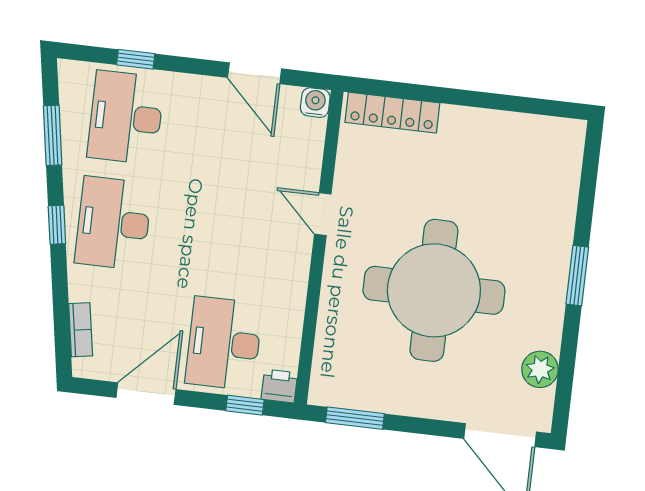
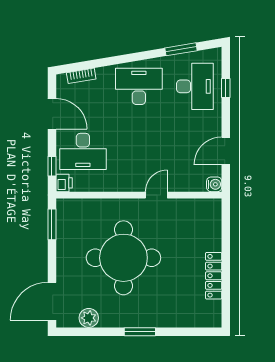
locker: (392, 113) -> (214, 276), moved
desk: (126, 117) -> (195, 86), turned 90
window: (57, 225) -> (135, 57), removed
desk: (224, 343) -> (83, 151), turned 180

